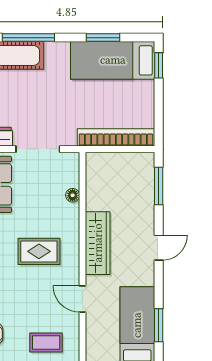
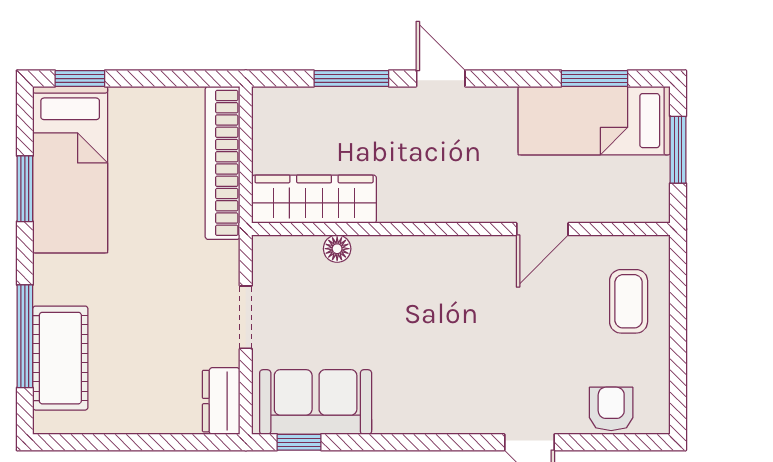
doorway: (38, 149) -> (246, 317), width x0.73
window: (159, 186) -> (351, 79), moved
wardrobe: (98, 243) -> (314, 199), moved
rug: (39, 251) -> (448, 315), removed

